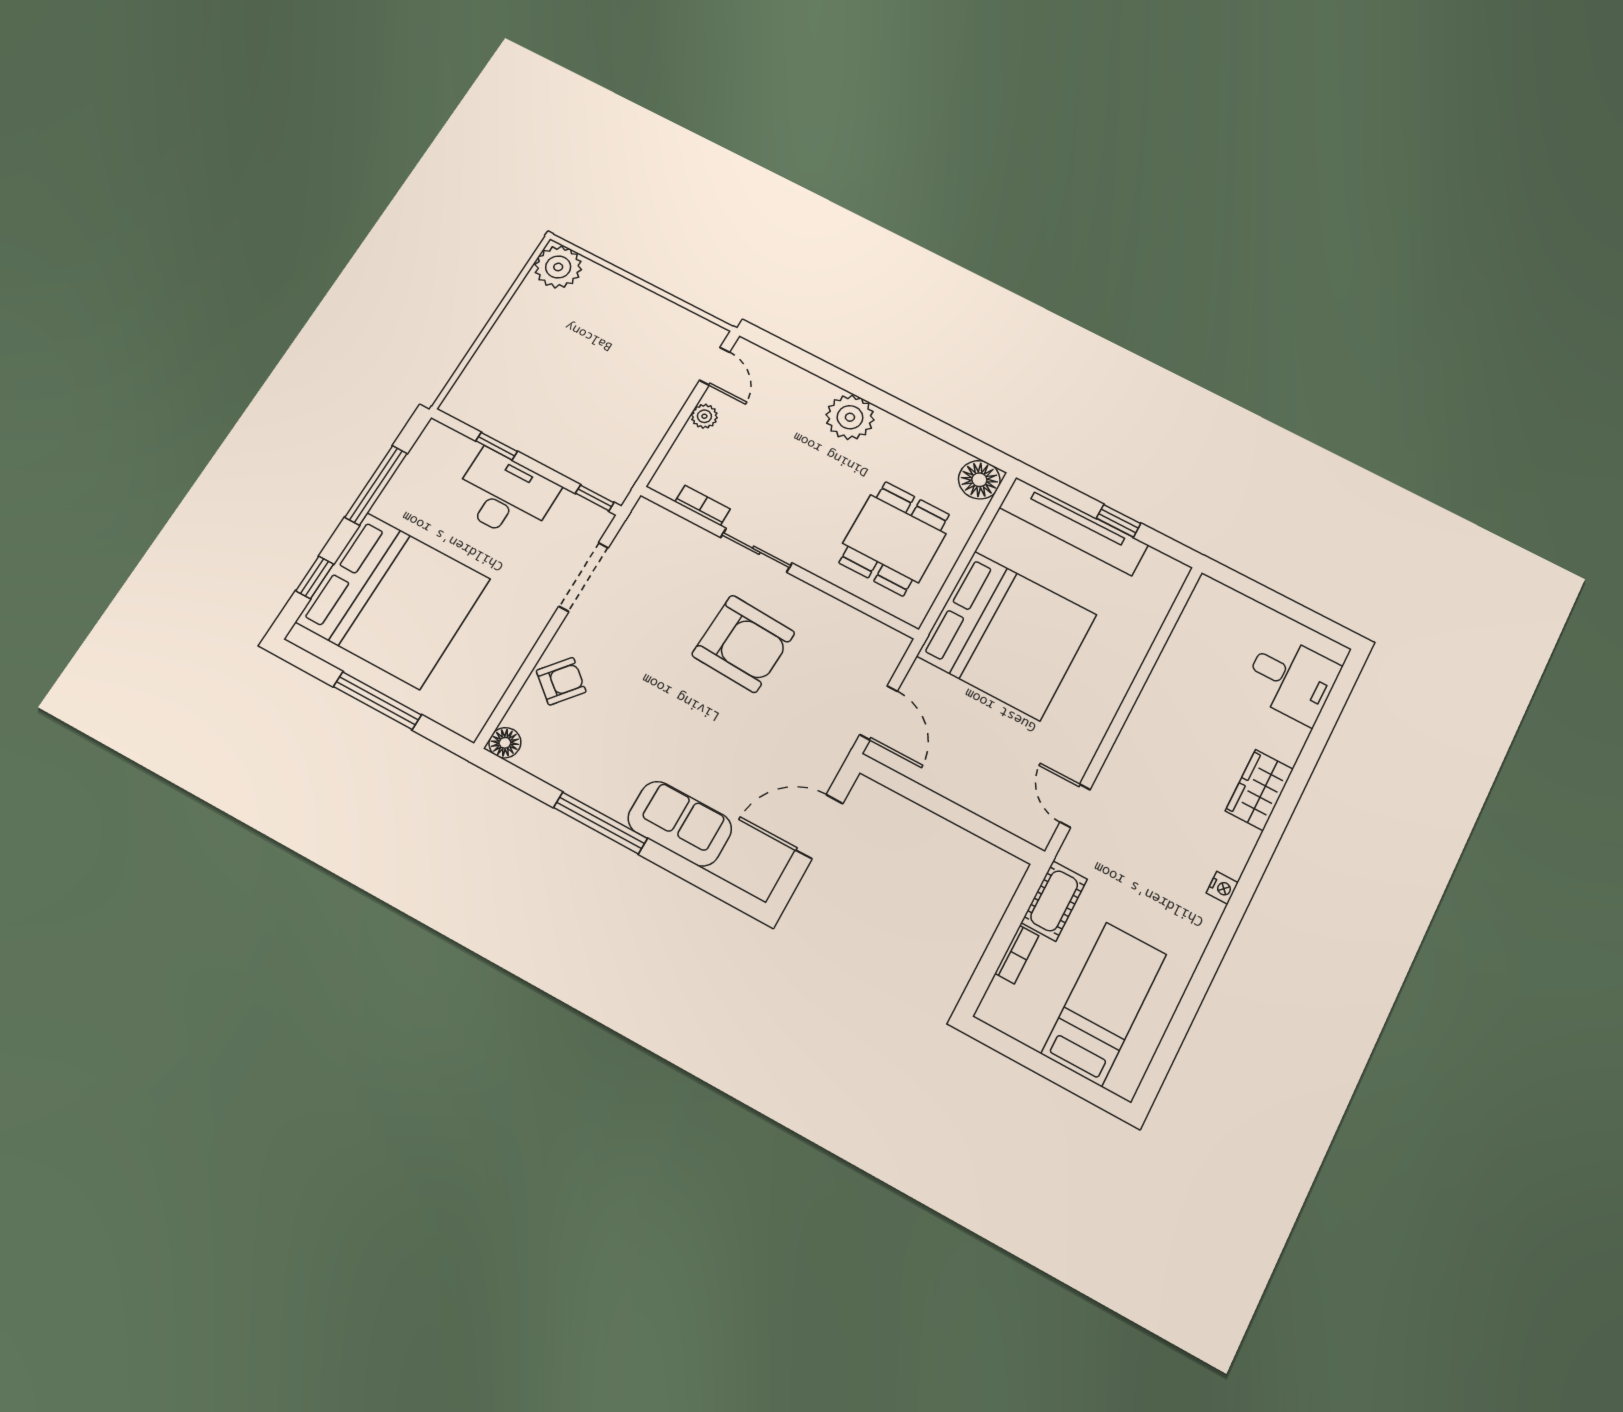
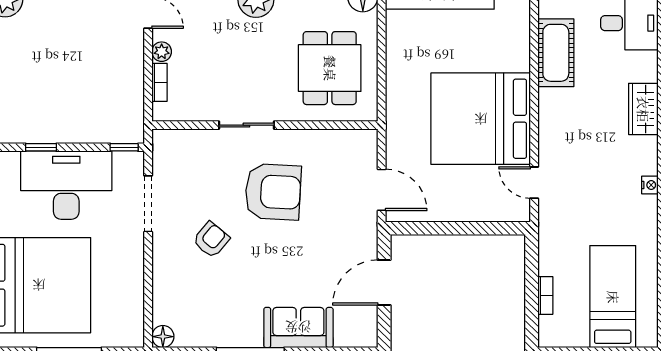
desk: (505, 495) -> (66, 185), width x1.36, depth x1.30
bookcase: (703, 505) -> (159, 82), moved, turned 90
bed: (1007, 635) -> (481, 119), moved, turned 180
armchair: (561, 681) -> (211, 240), moved
cot: (1054, 901) -> (556, 53), moved, width x1.37, depth x1.34

